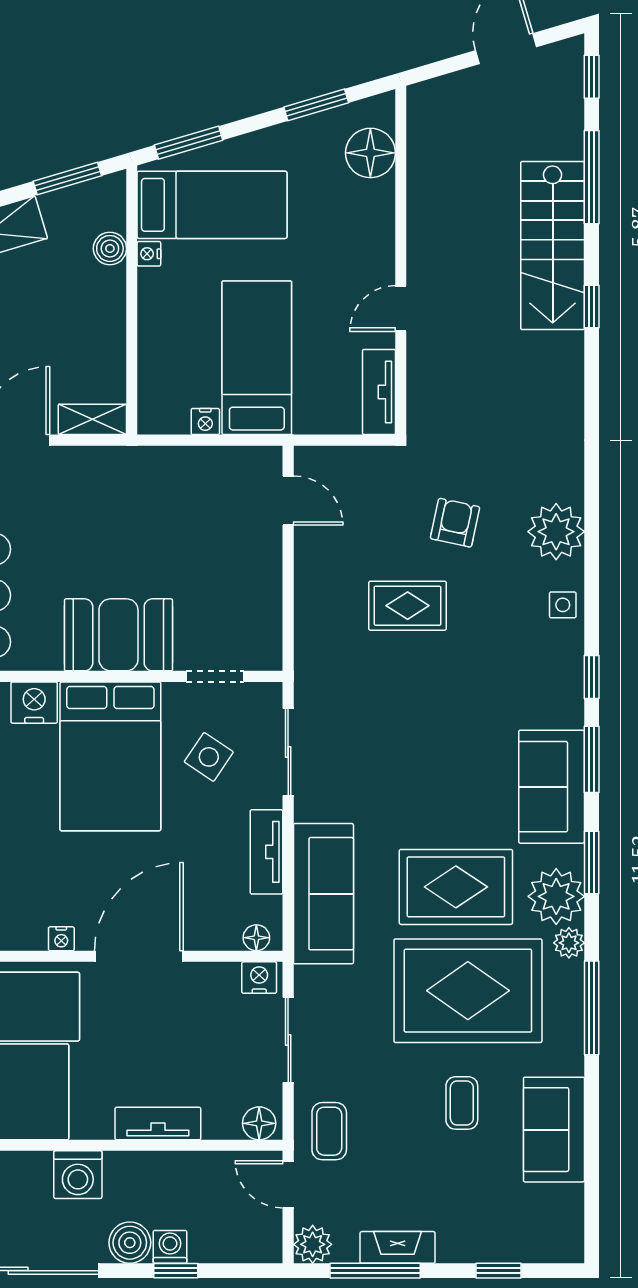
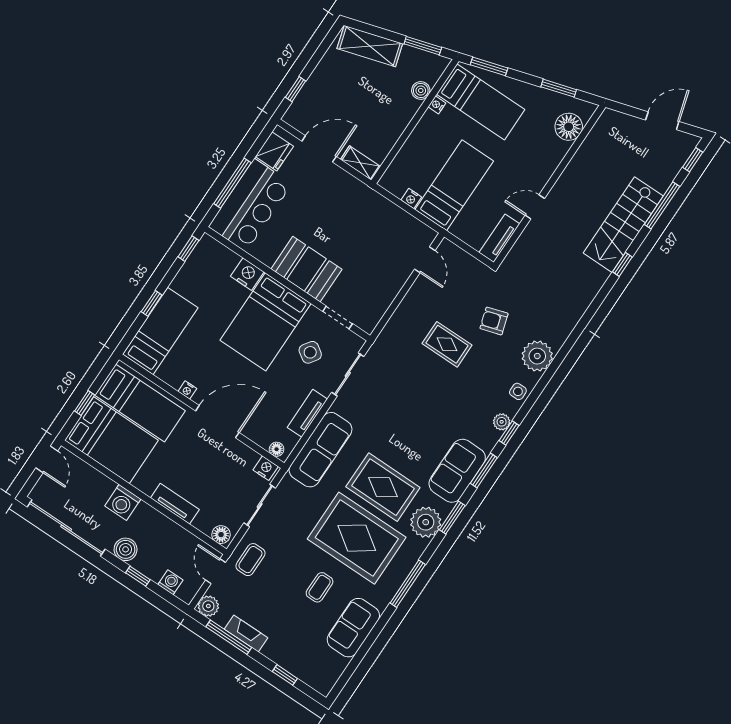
armchair: (455, 523) -> (494, 321), turned -119
plant: (569, 943) -> (502, 422), moved
washing machine: (170, 1247) -> (170, 582), moved

